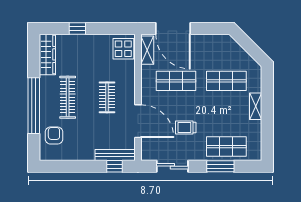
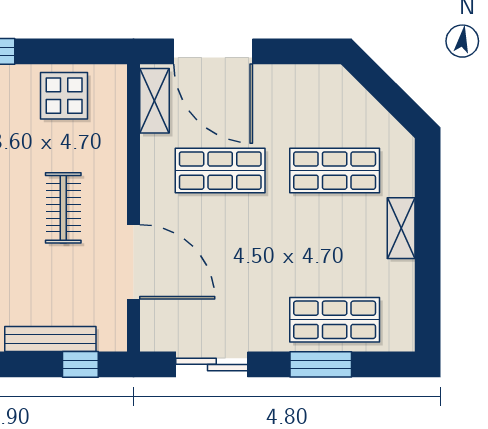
display table: (123, 49) -> (64, 96), moved
trolley: (186, 128) -> (242, 277), removed
bench: (115, 155) -> (50, 339), moved

